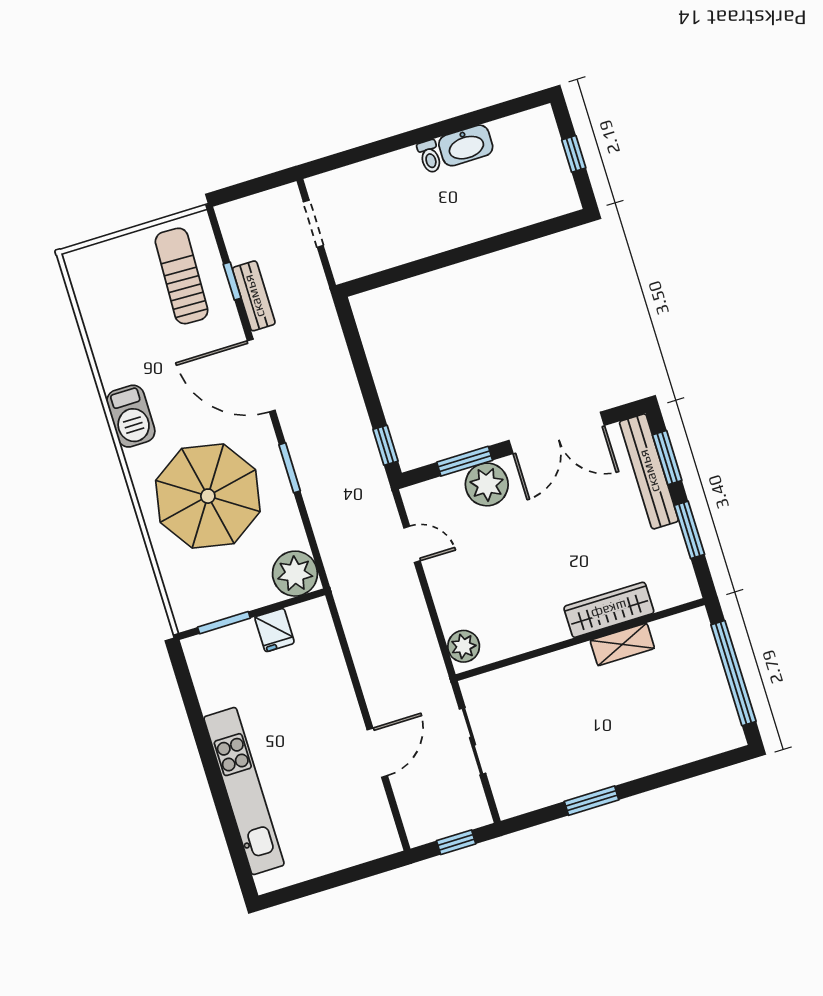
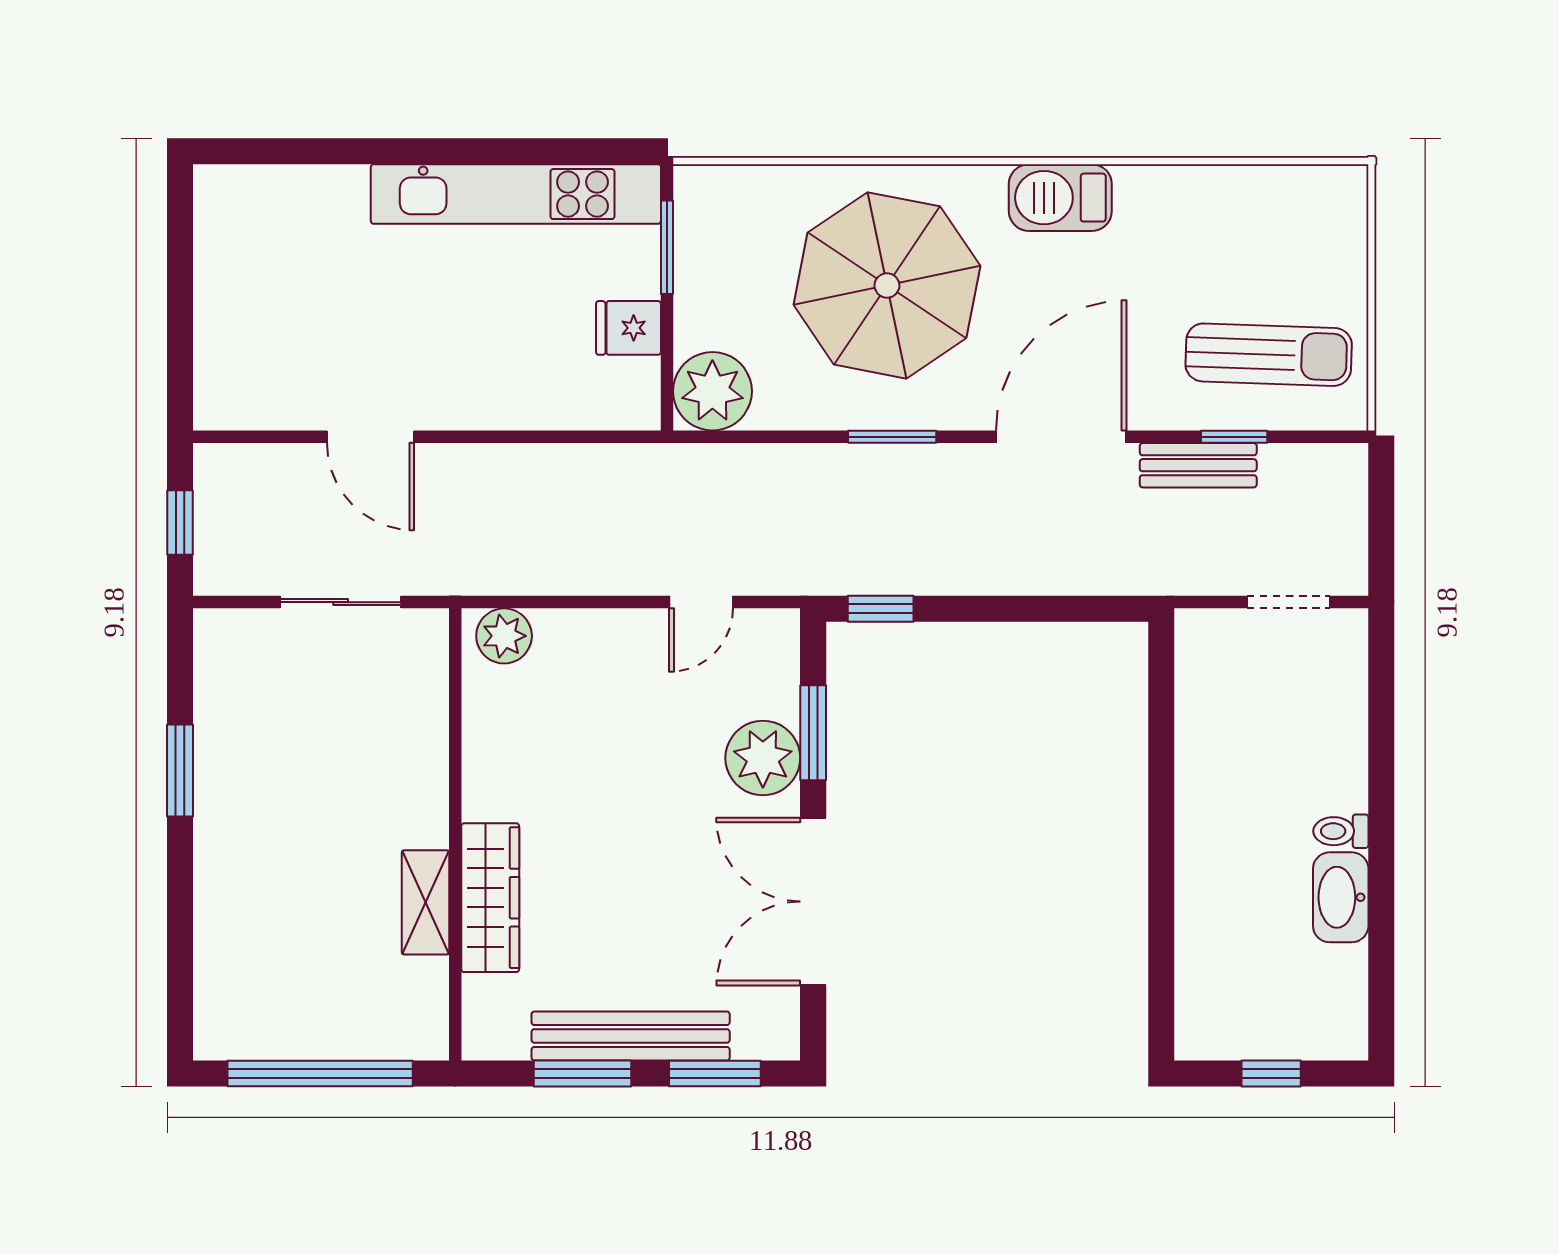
bench: (649, 471) -> (631, 1036), moved
kitchen unit: (244, 791) -> (516, 194), moved

